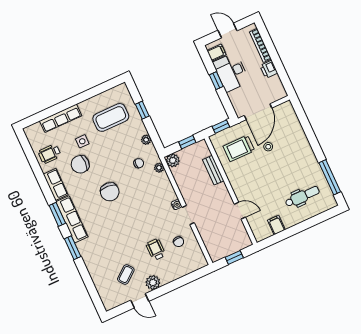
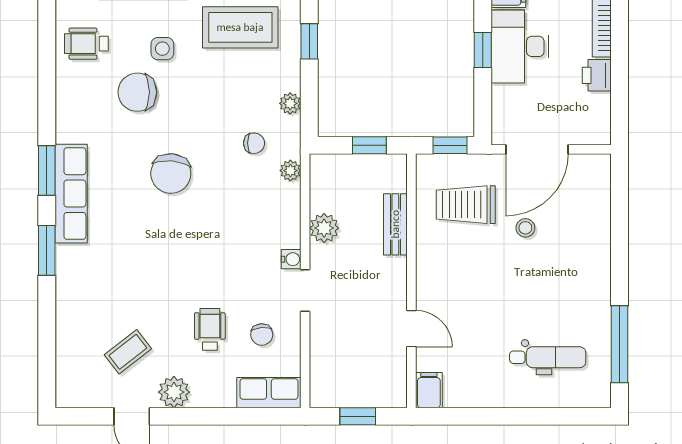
plant: (173, 160) -> (324, 228), moved
row of seats: (56, 184) -> (269, 393), moved, turned -90
filing cabinet: (276, 225) -> (429, 390), moved

